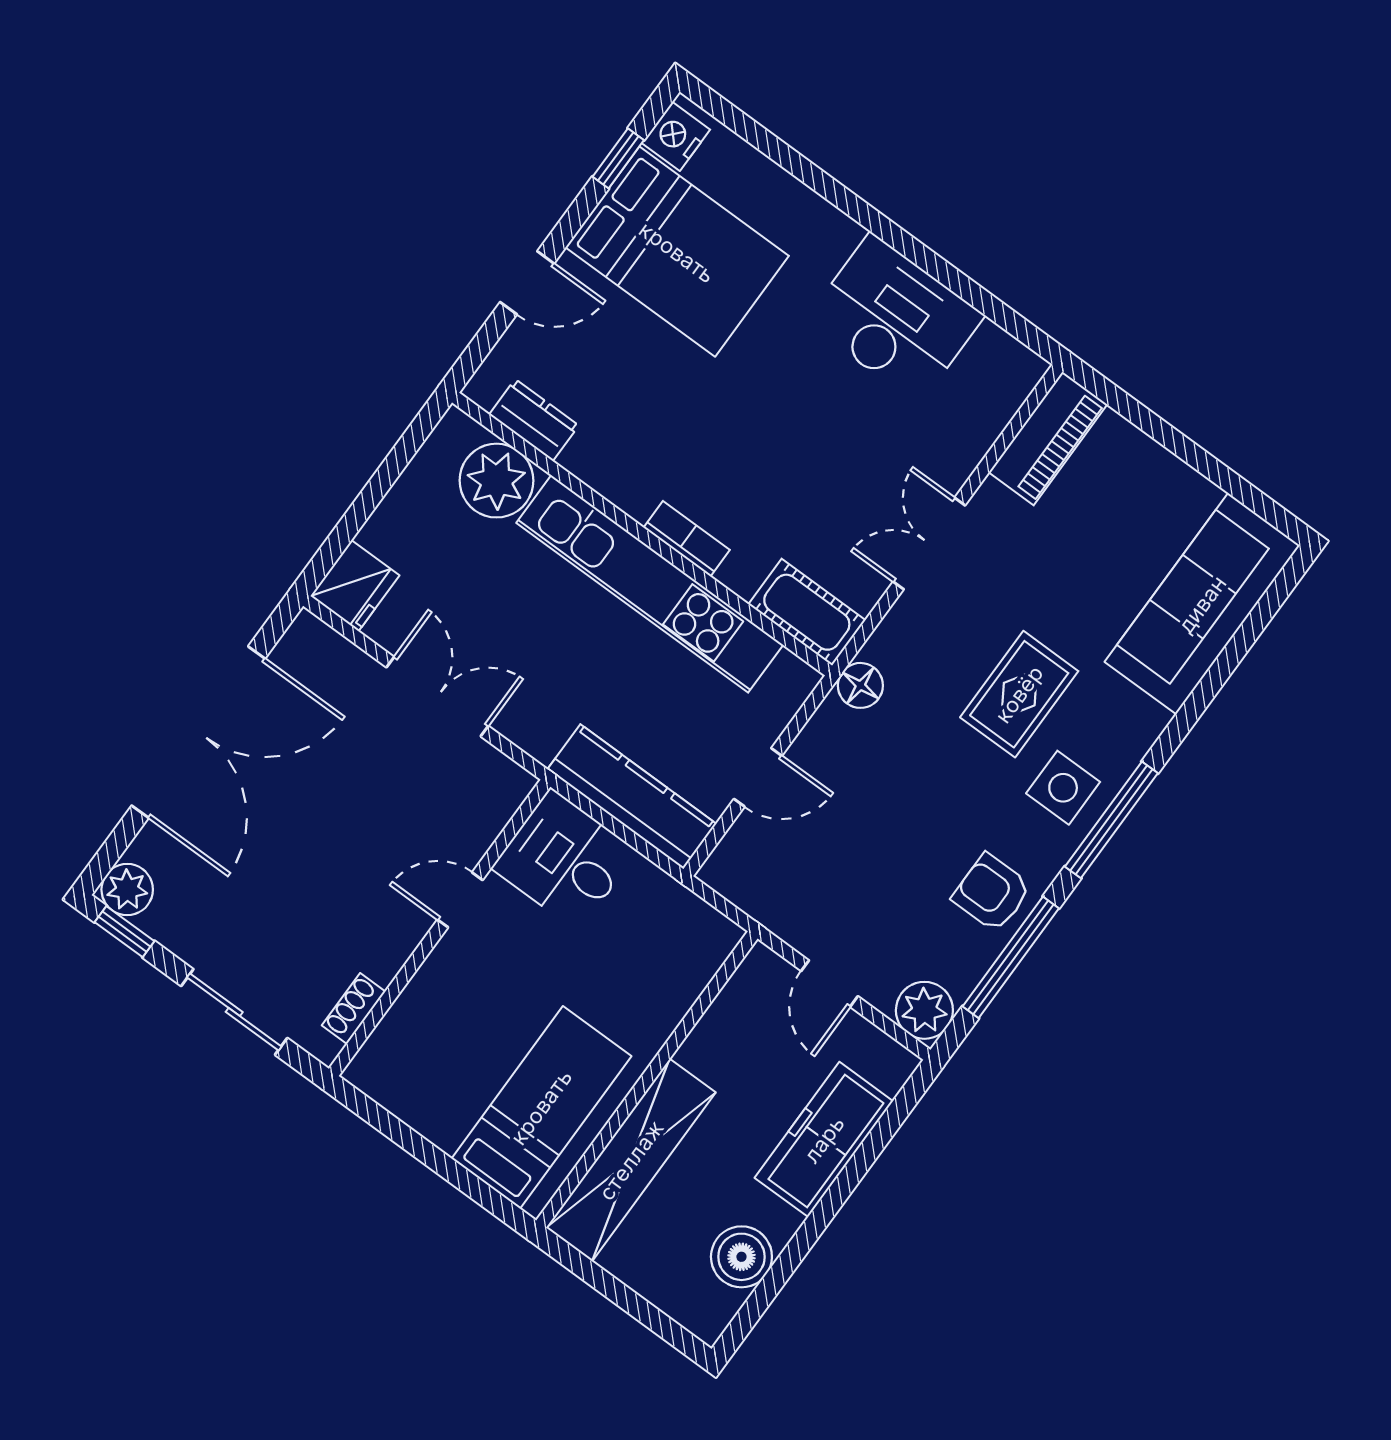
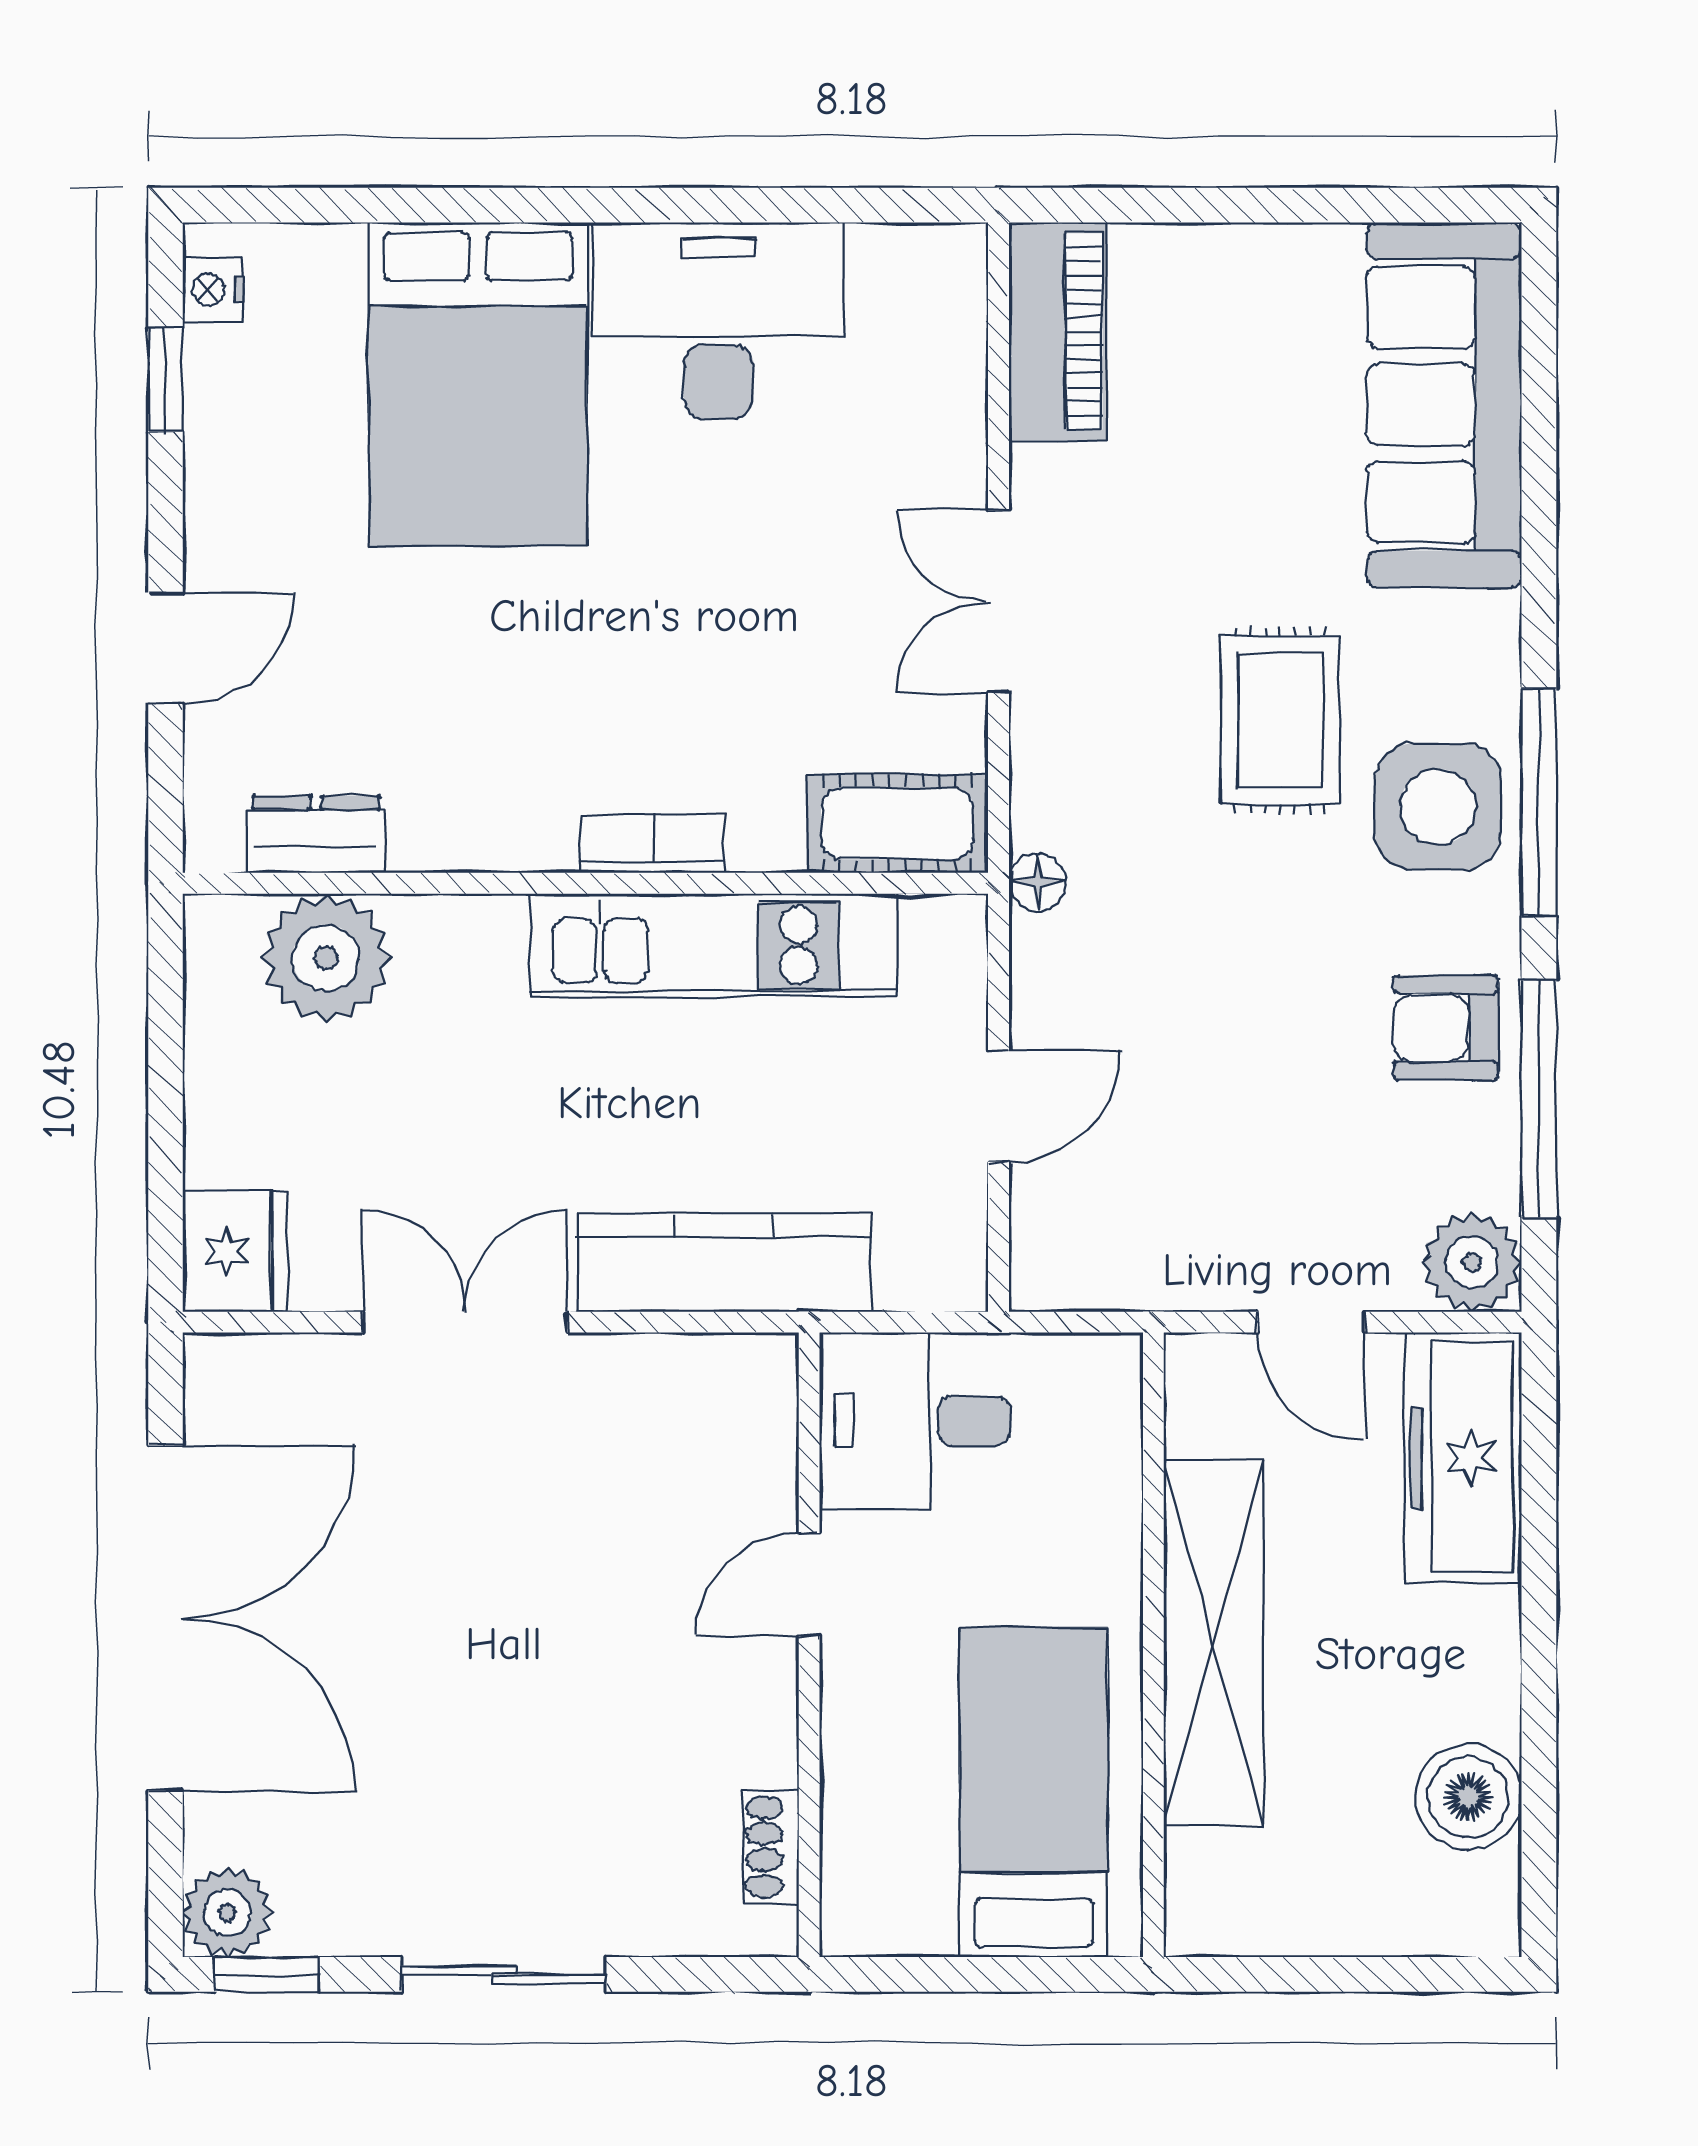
nightstand: (676, 136) -> (213, 289), width x0.72, depth x0.74
bed: (677, 252) -> (478, 384), moved, turned 90
kitchen unit: (650, 584) -> (714, 945), width x0.73
floor lamp: (860, 685) -> (1037, 882), width x0.73, depth x0.73
side table: (1063, 788) -> (1438, 807), width x1.37, depth x1.37
kitchen counter: (632, 797) -> (724, 1263), moved
desk: (565, 860) -> (915, 1421), moved
door: (460, 900) -> (809, 1585), moved
wall: (440, 928) -> (809, 1645), moved
shoe rack: (354, 1009) -> (771, 1847), moved
freezer: (824, 1139) -> (1464, 1458), moved
shelving: (631, 1160) -> (1213, 1642), moved

